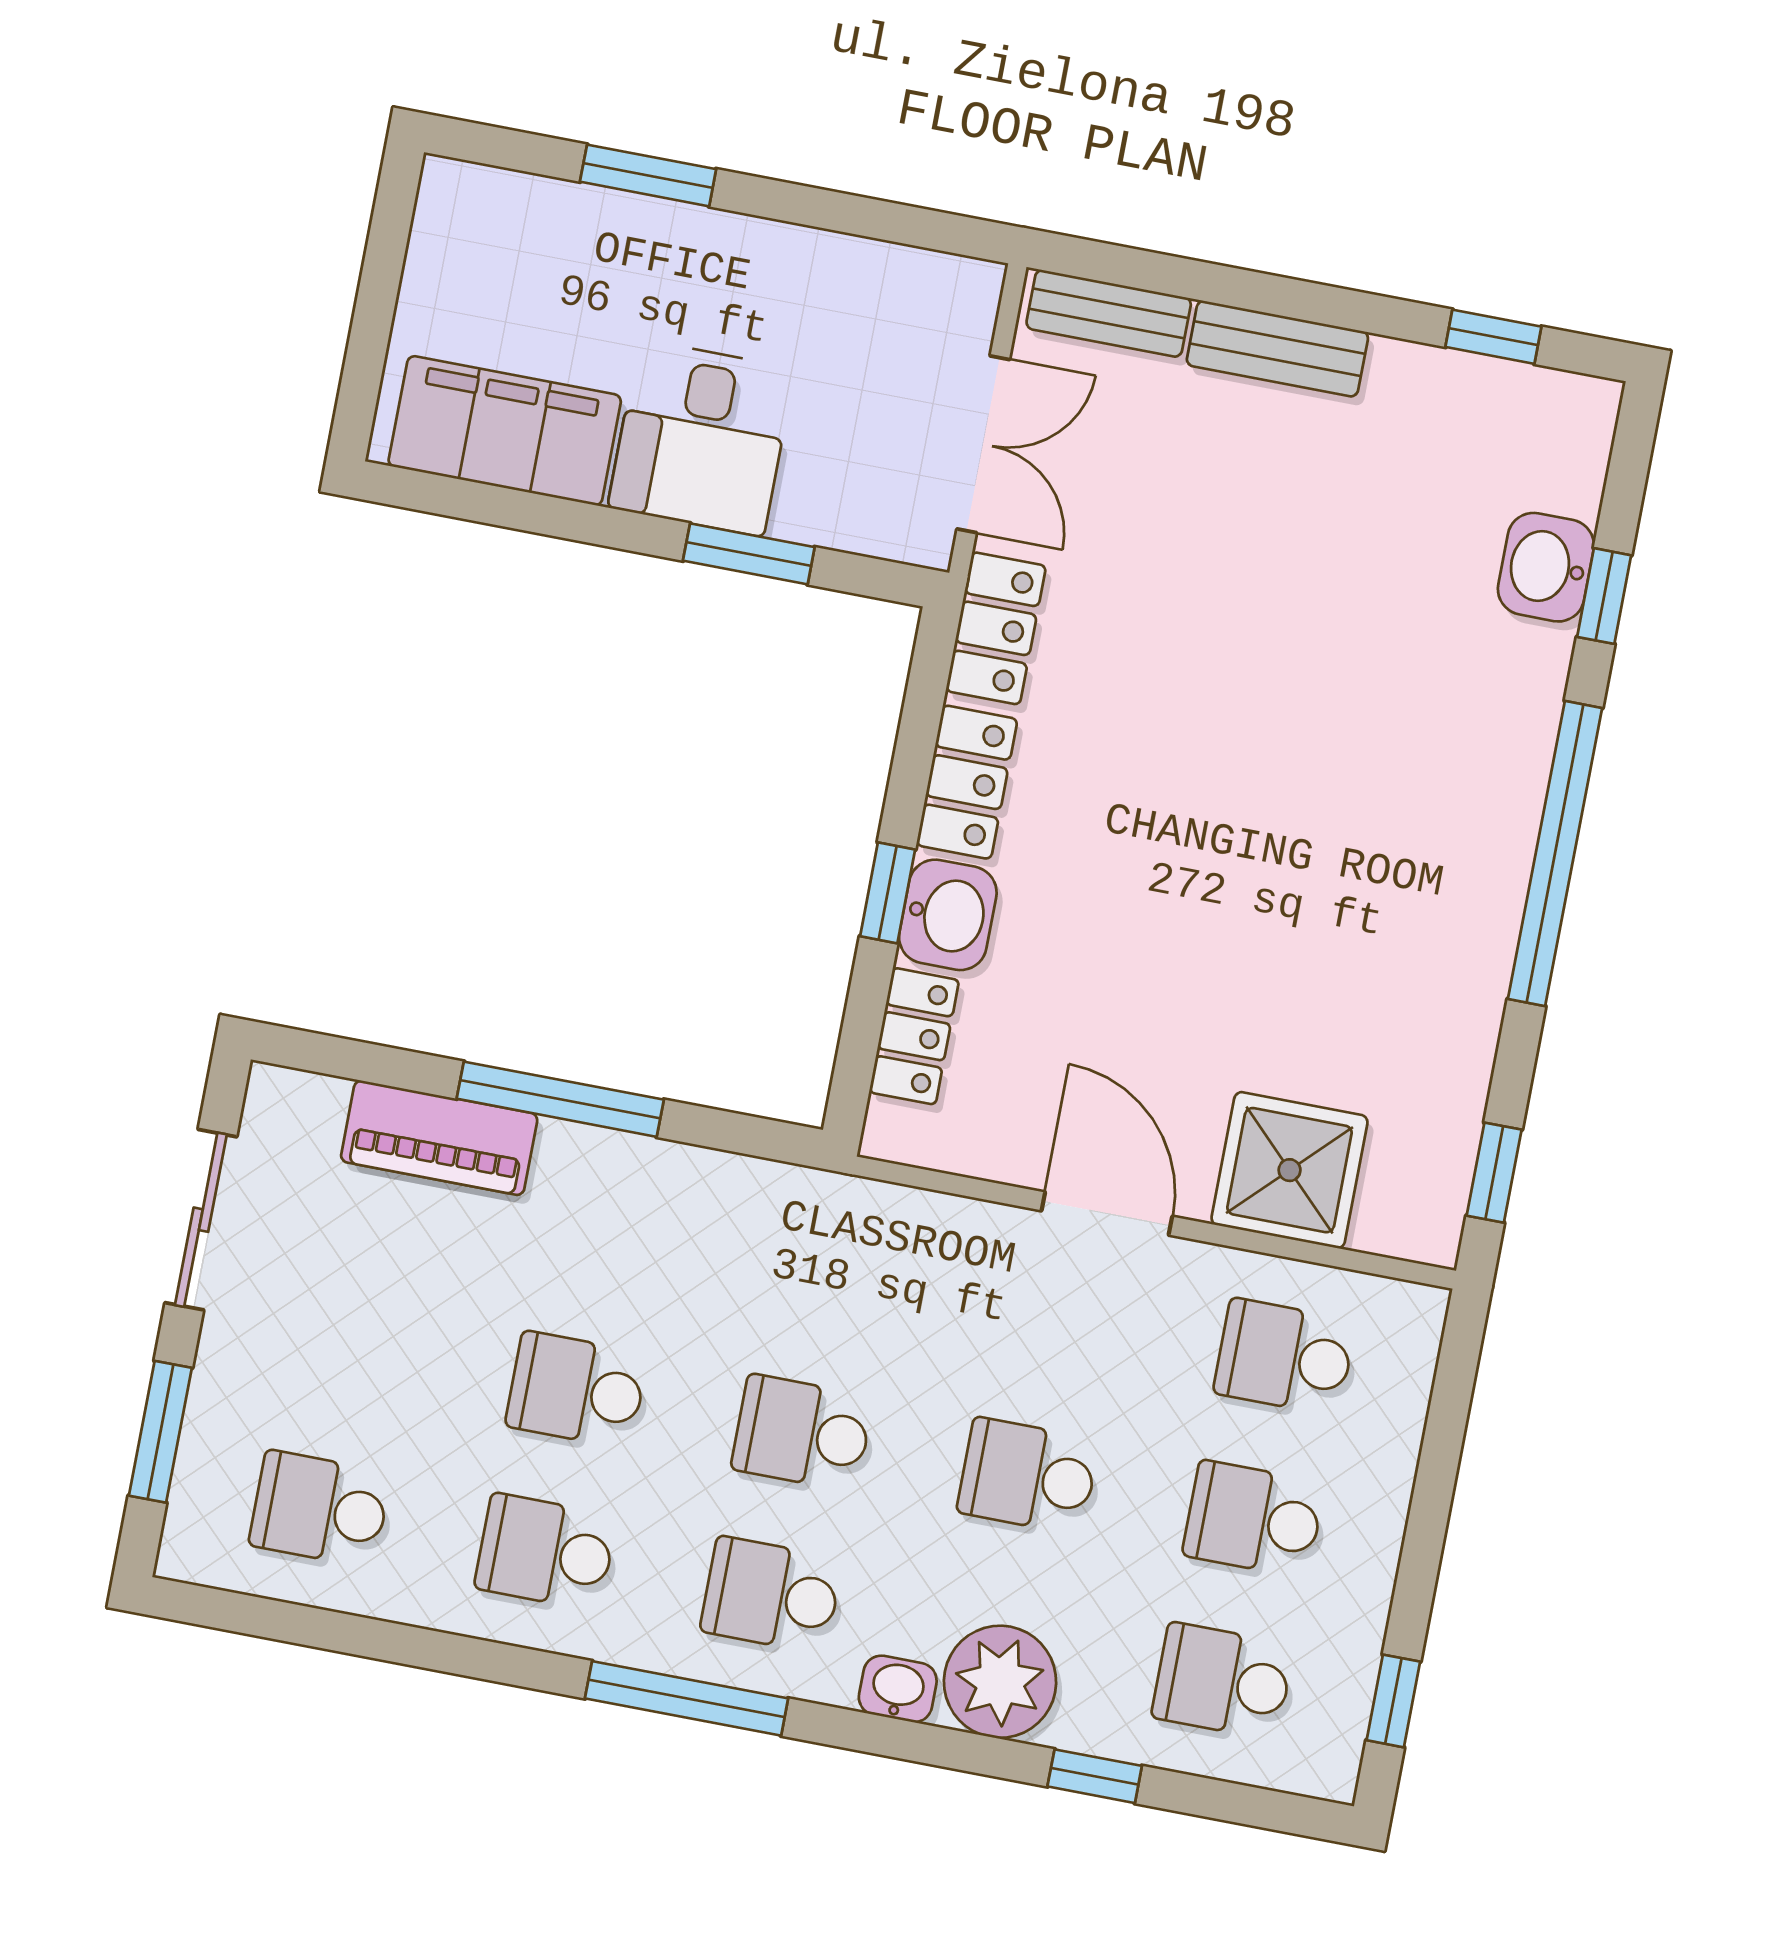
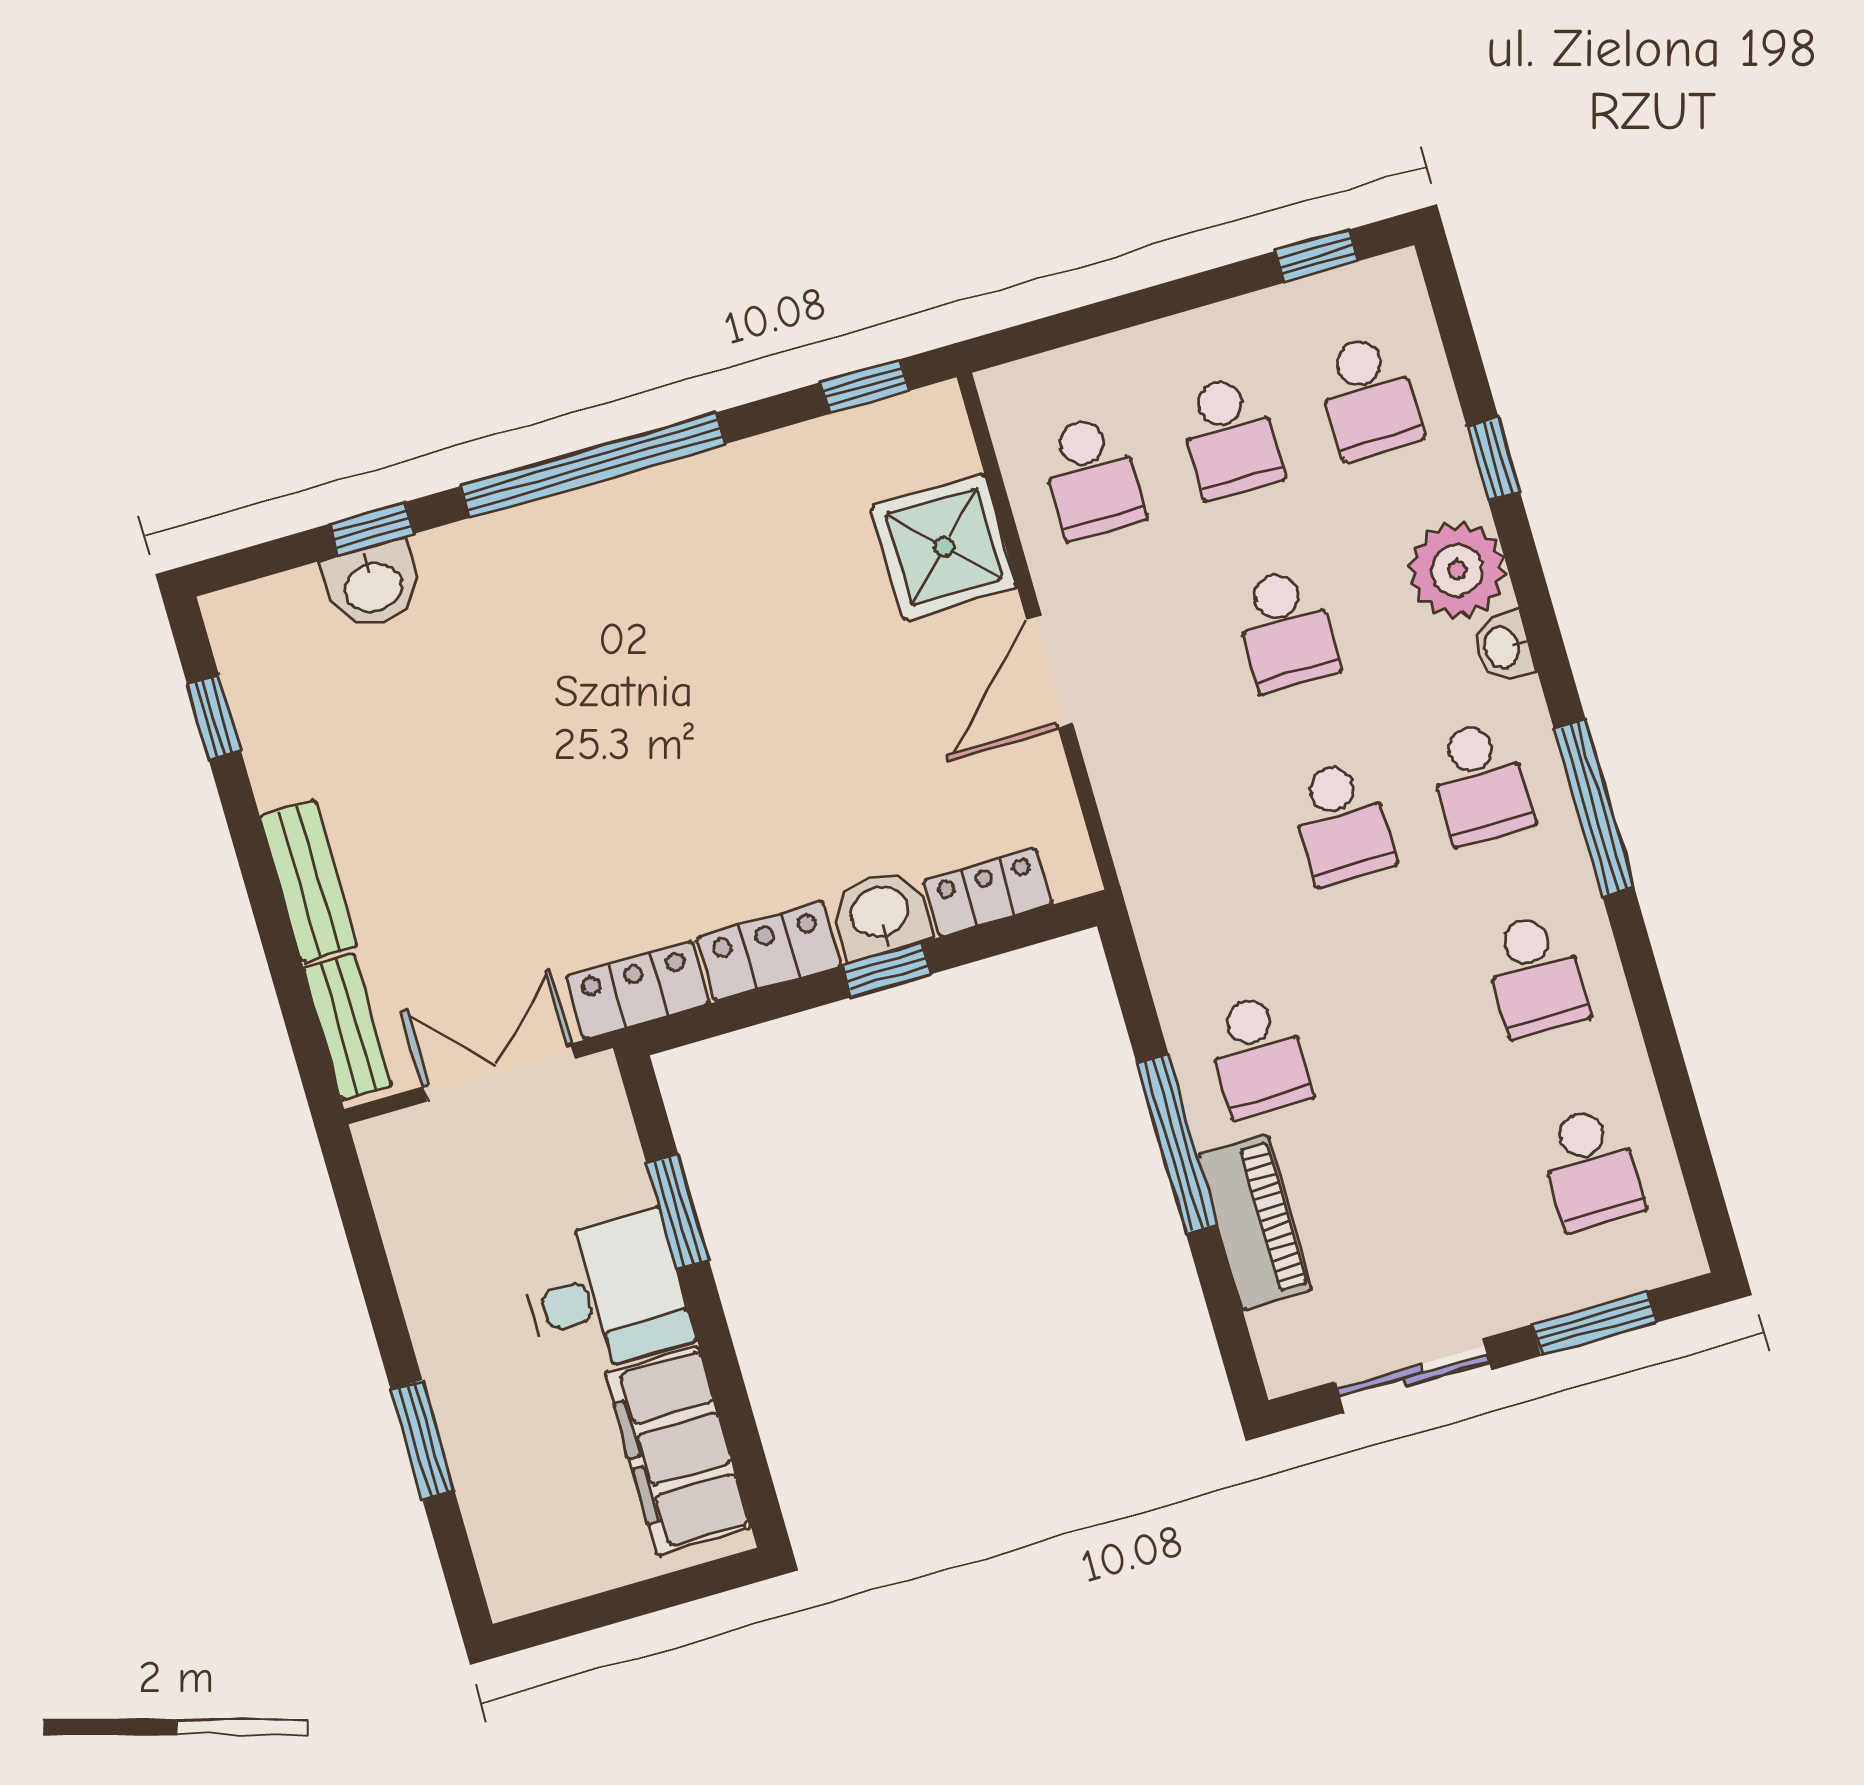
school desk: (577, 1390) -> (1258, 1056), moved

